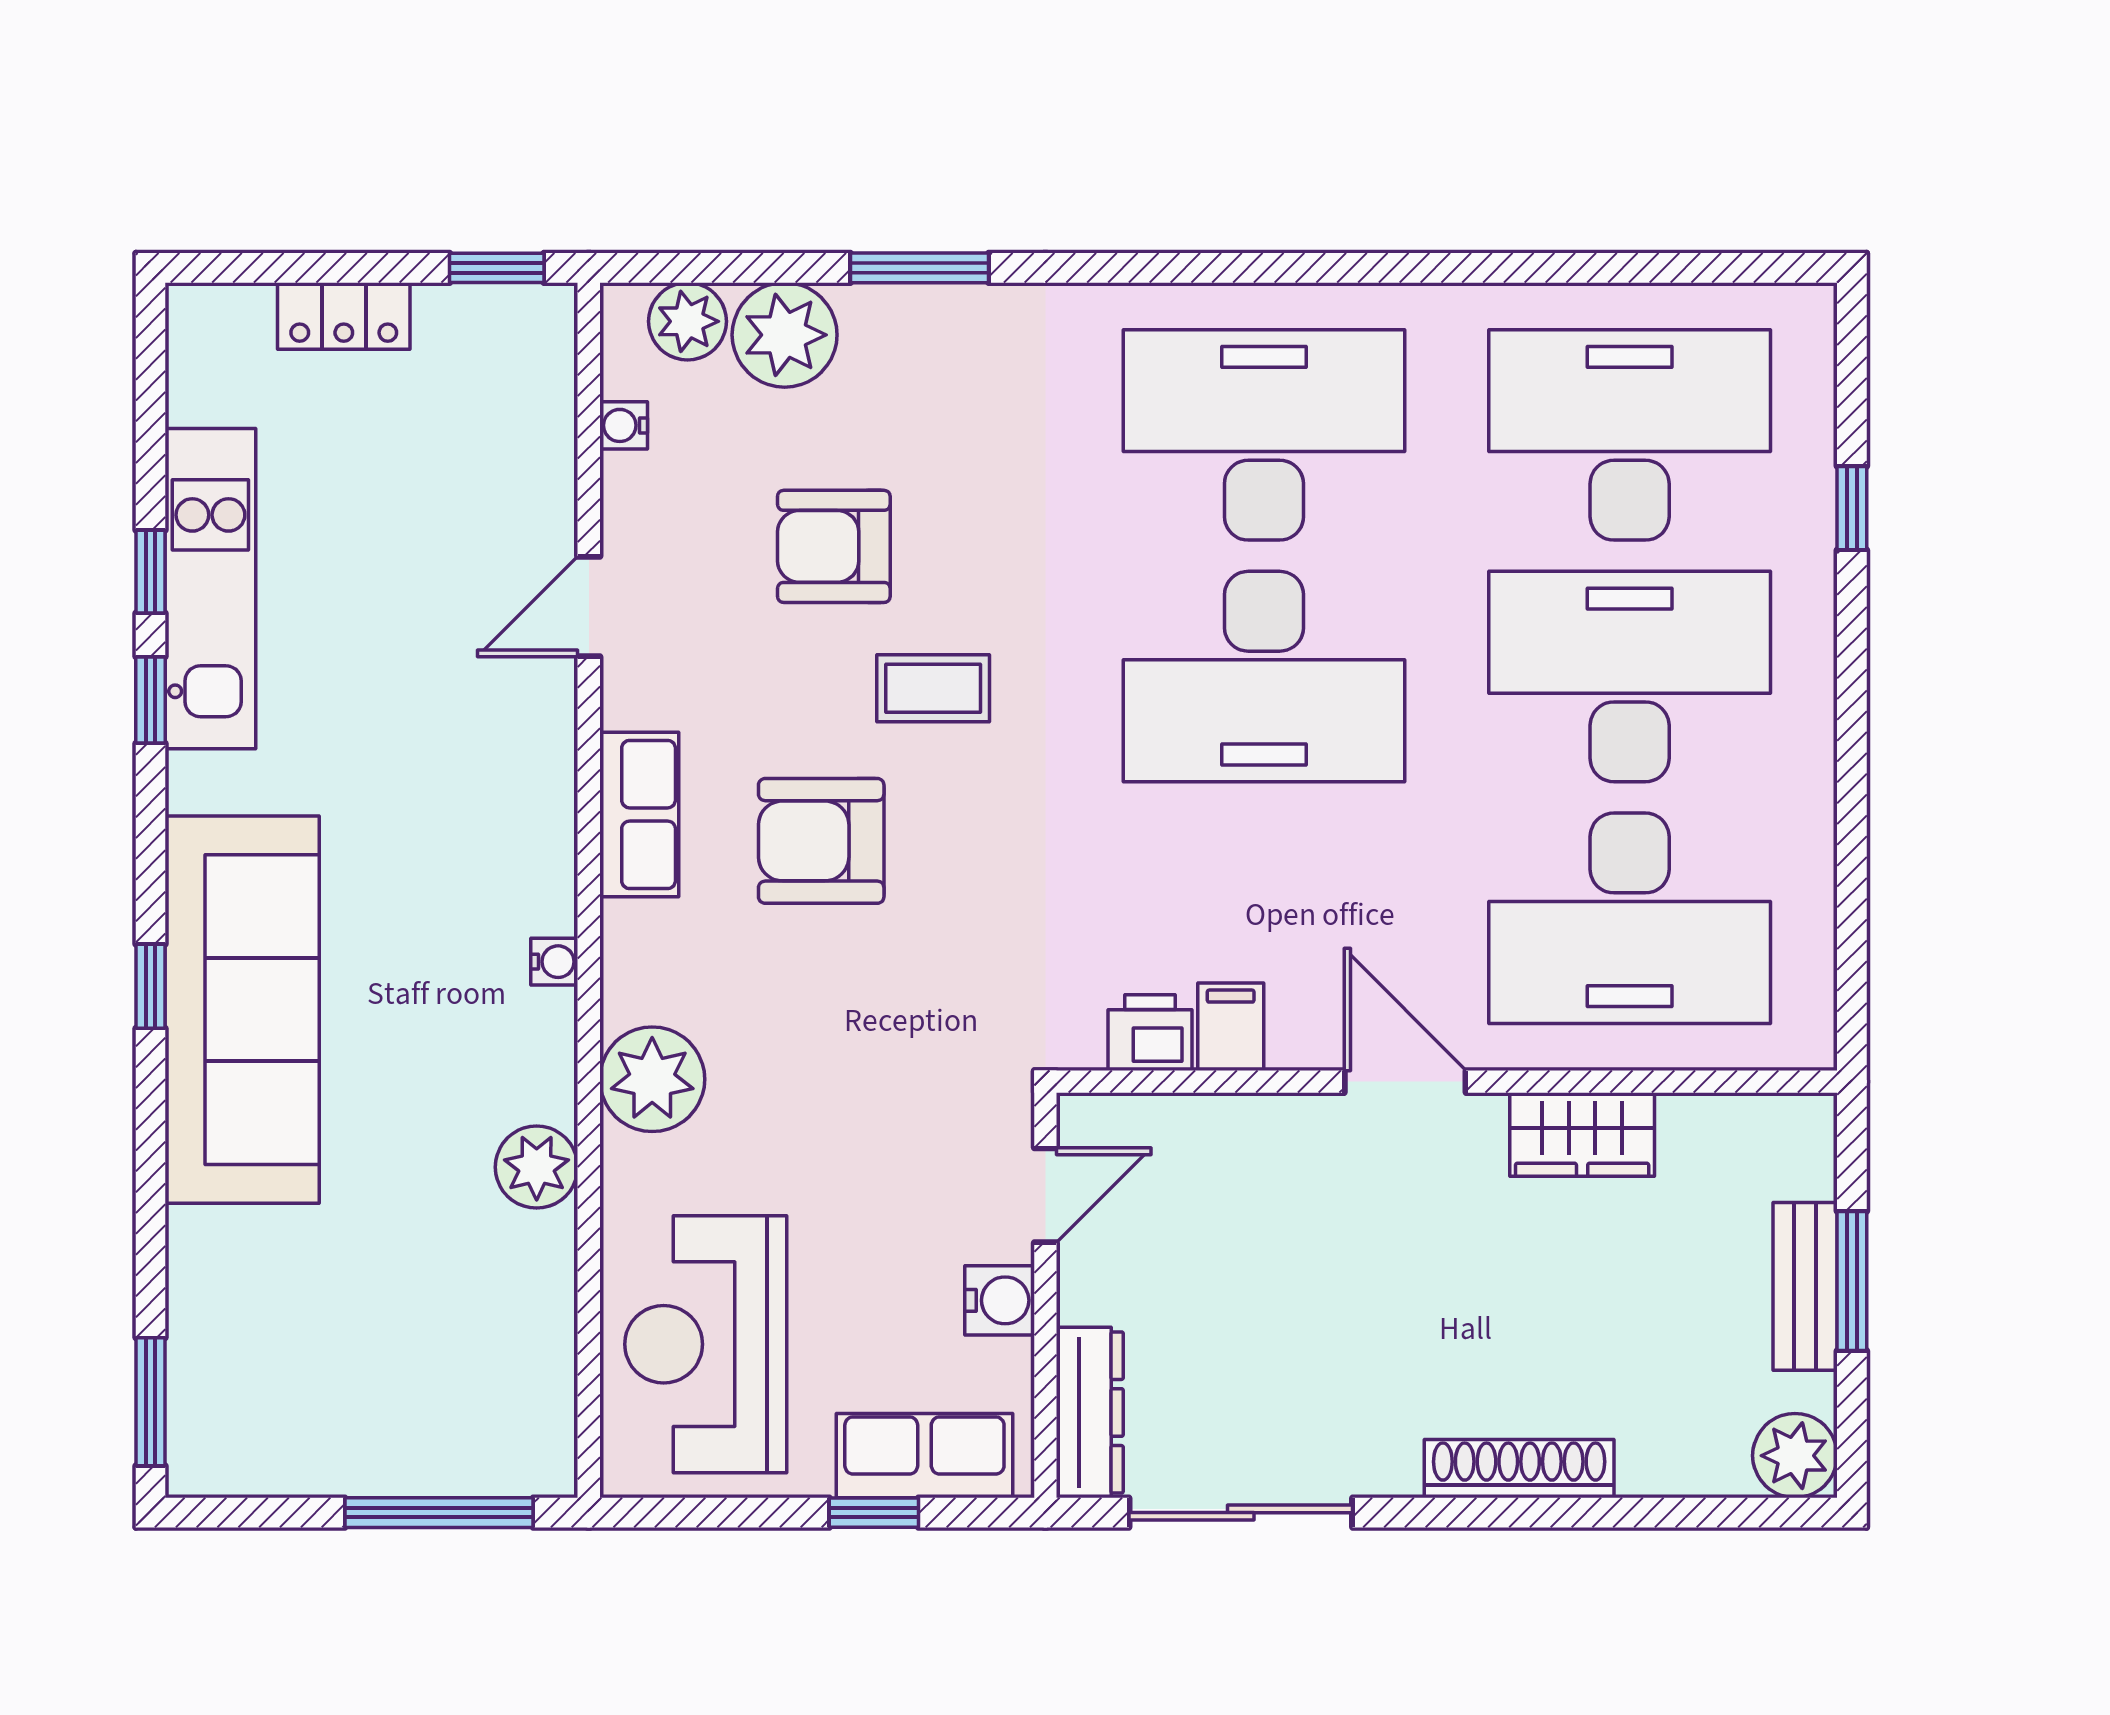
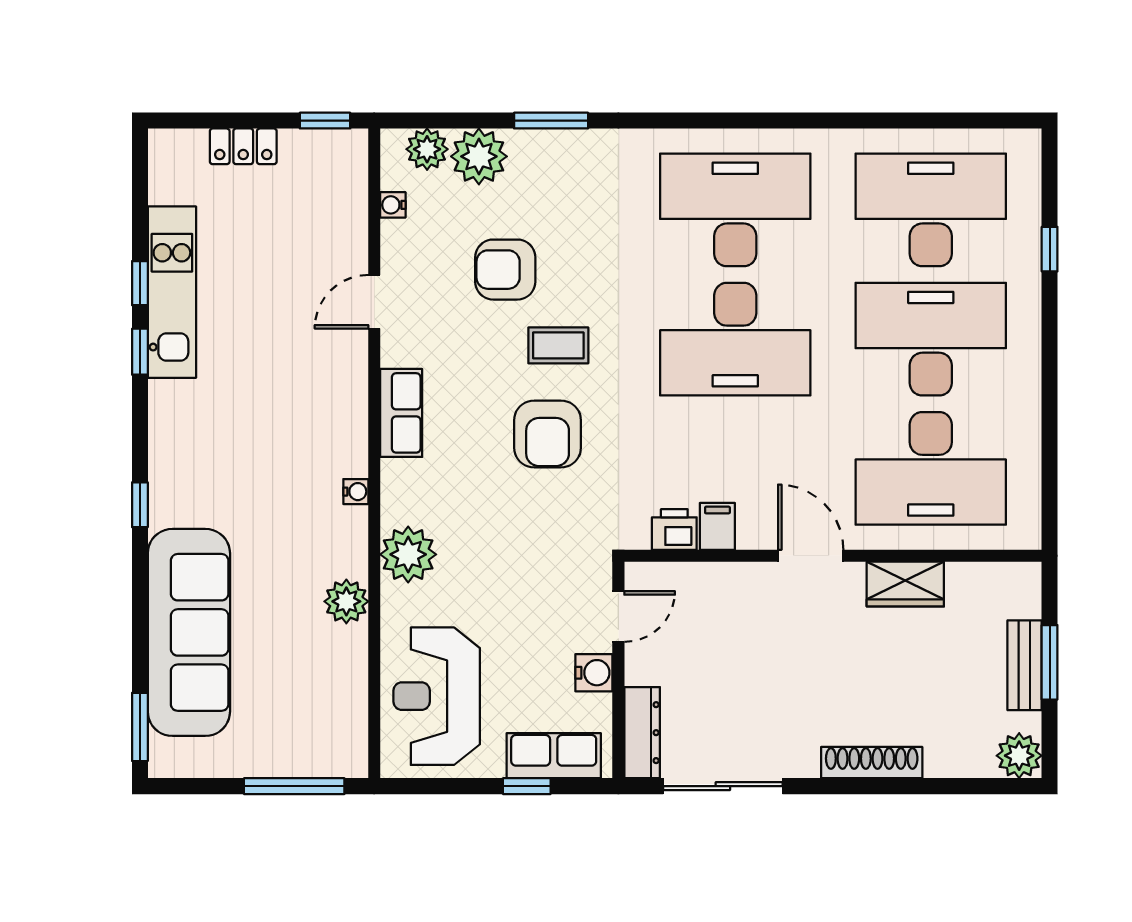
armchair: (821, 841) -> (548, 434), moved, turned -90
sofa: (242, 1010) -> (189, 632), moved

